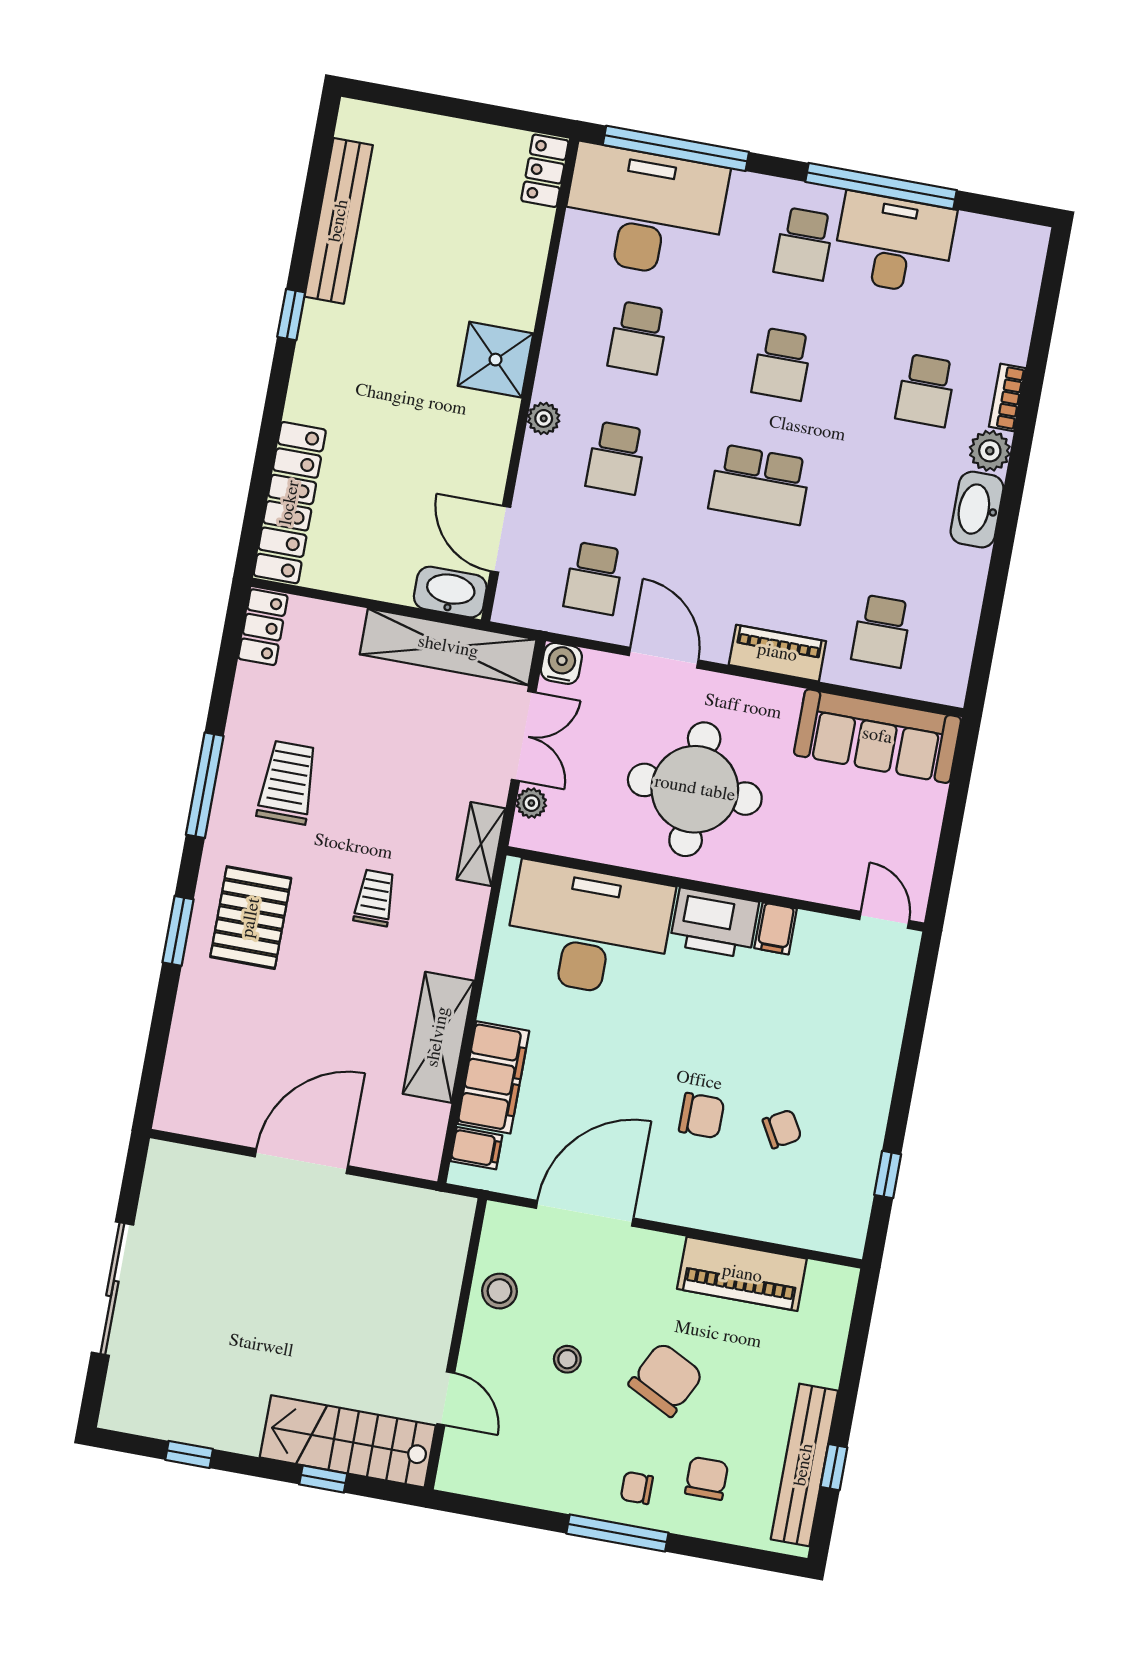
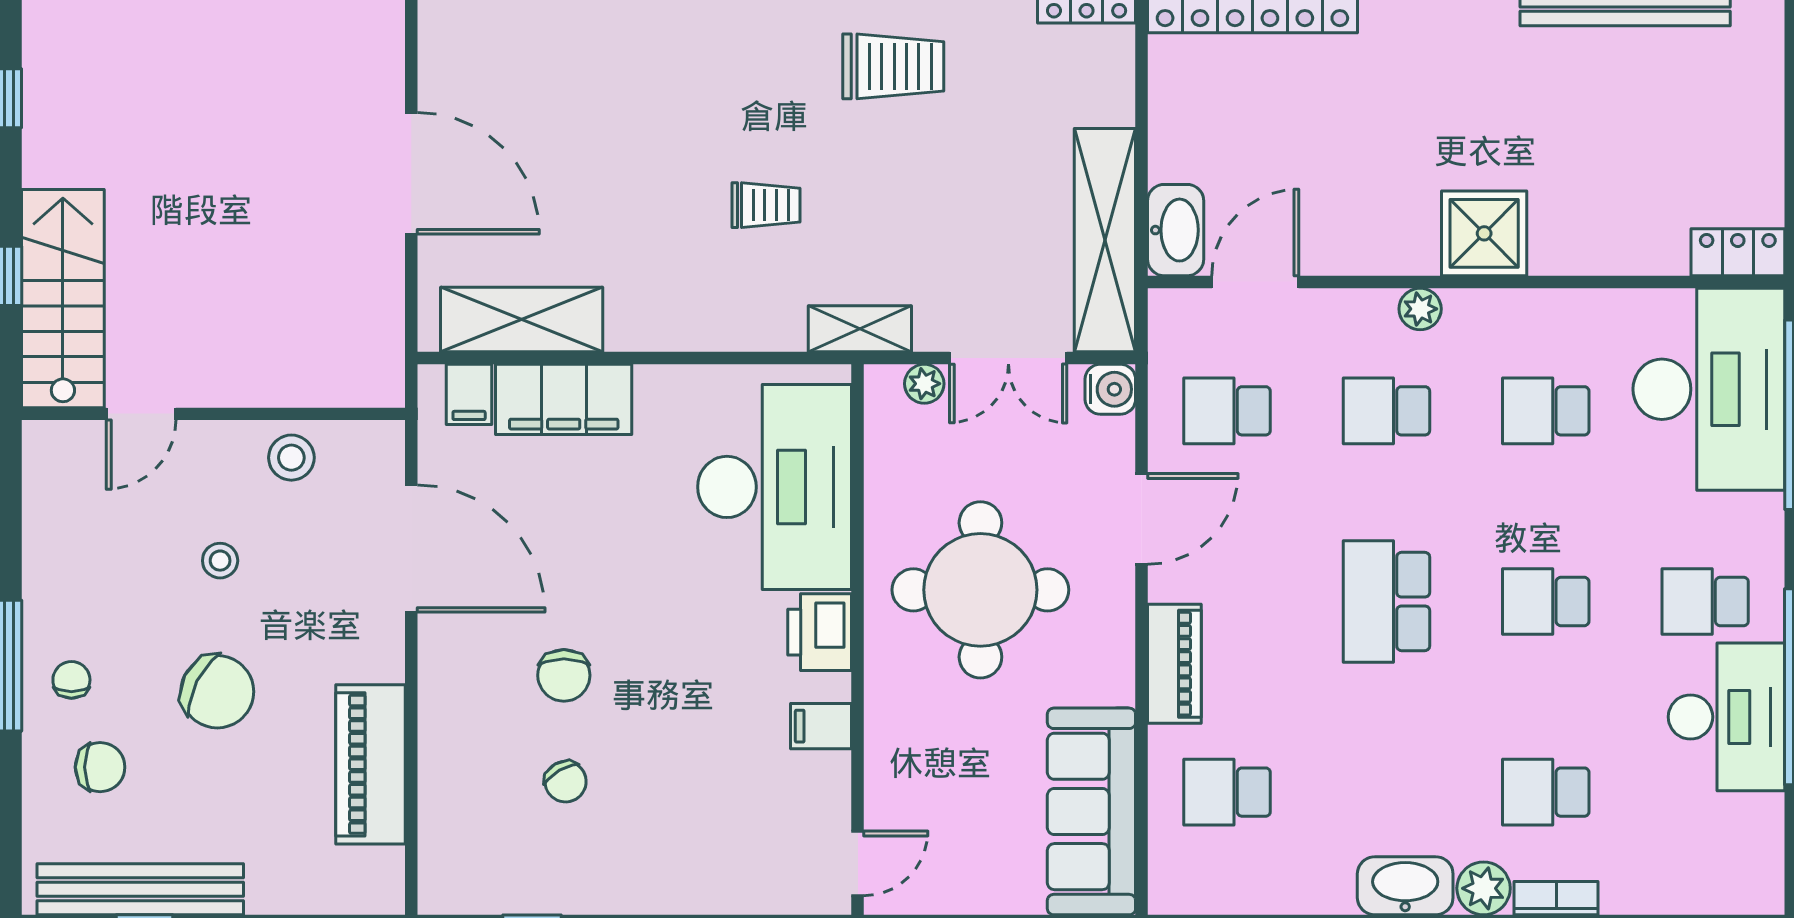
pallet: (251, 918) -> (712, 51), removed
printer: (714, 923) -> (820, 632), width x0.73, depth x0.84
shelving: (438, 1037) -> (522, 320), moved

